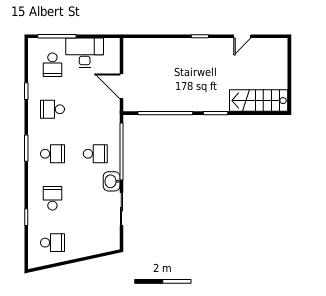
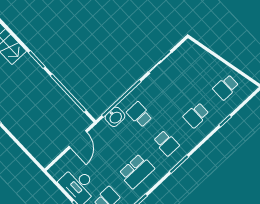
school desk: (52, 109) -> (137, 171), width x1.85
school desk: (52, 154) -> (166, 143), turned 180
washbasin: (112, 181) -> (115, 117), moved
school desk: (52, 243) -> (226, 87), turned -90

